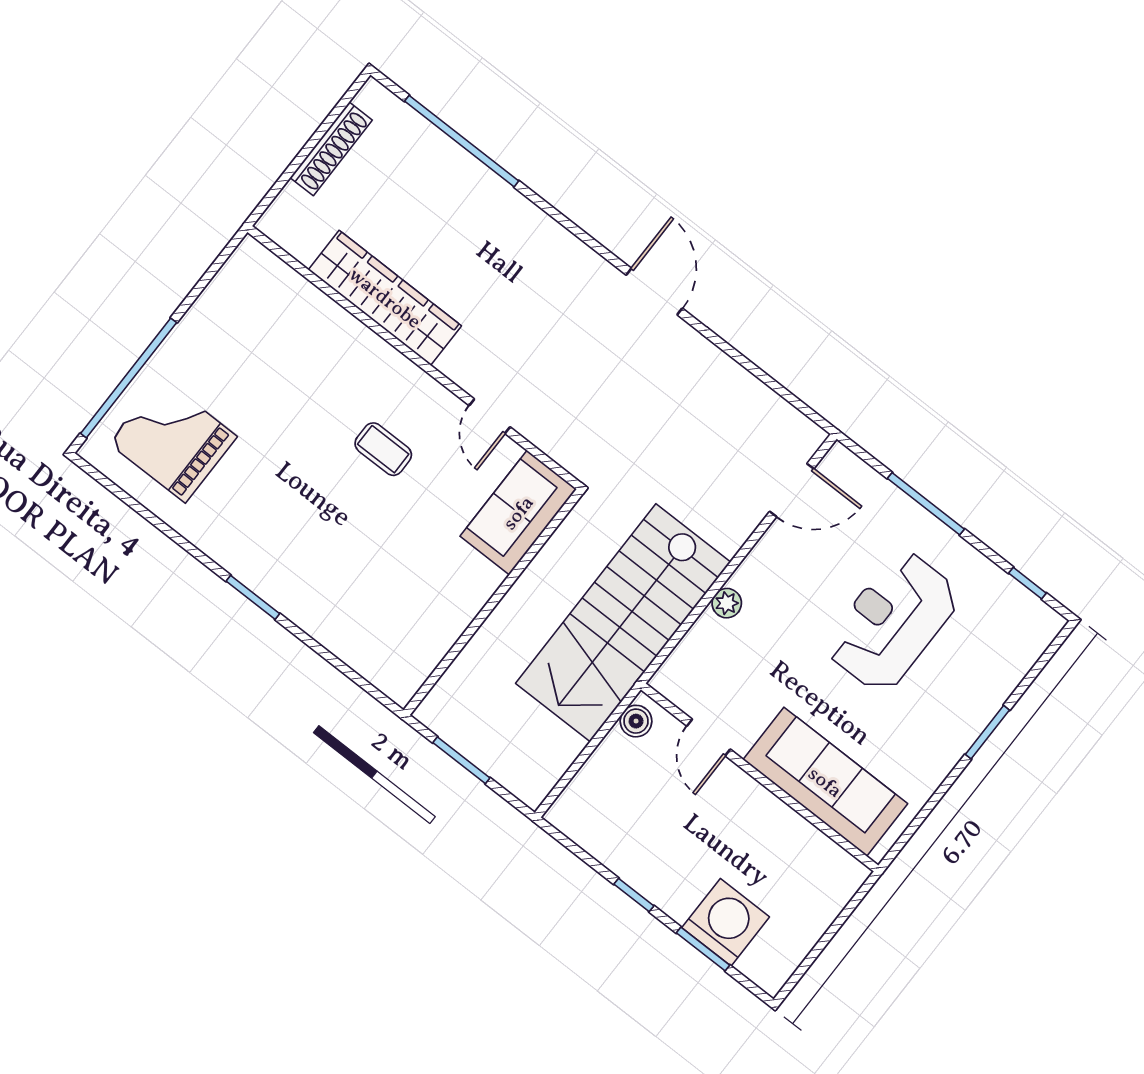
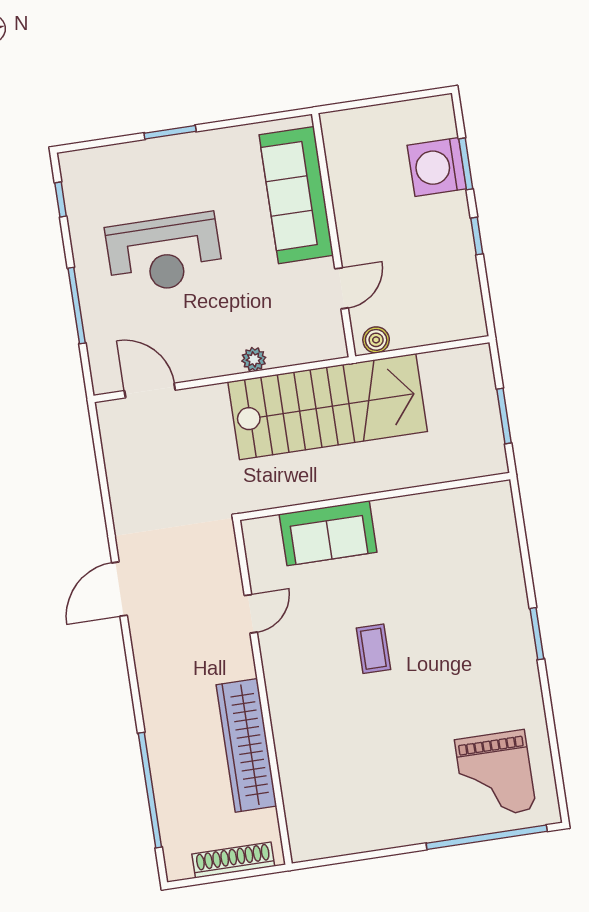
wardrobe: (385, 298) -> (246, 745), moved
wall: (414, 358) -> (263, 692), moved
door: (490, 416) -> (251, 614), moved

